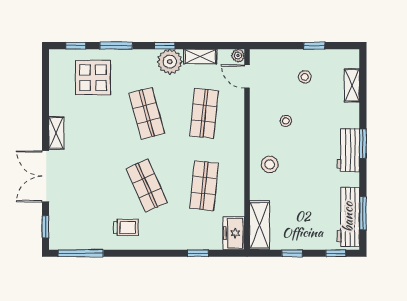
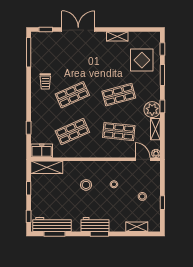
door: (247, 76) -> (143, 159), hinge flipped
shelving: (56, 133) -> (117, 36), moved
stool: (270, 164) -> (86, 185), moved
shop shelf: (204, 186) -> (72, 132), turned -30

